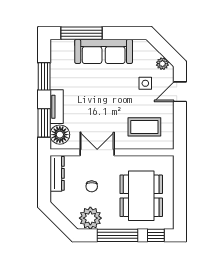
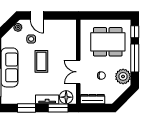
coffee table: (144, 127) -> (41, 61), moved

